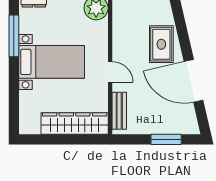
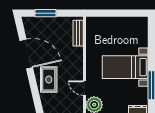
door: (110, 72) -> (84, 88), moved
wardrobe: (75, 123) -> (109, 24), removed

